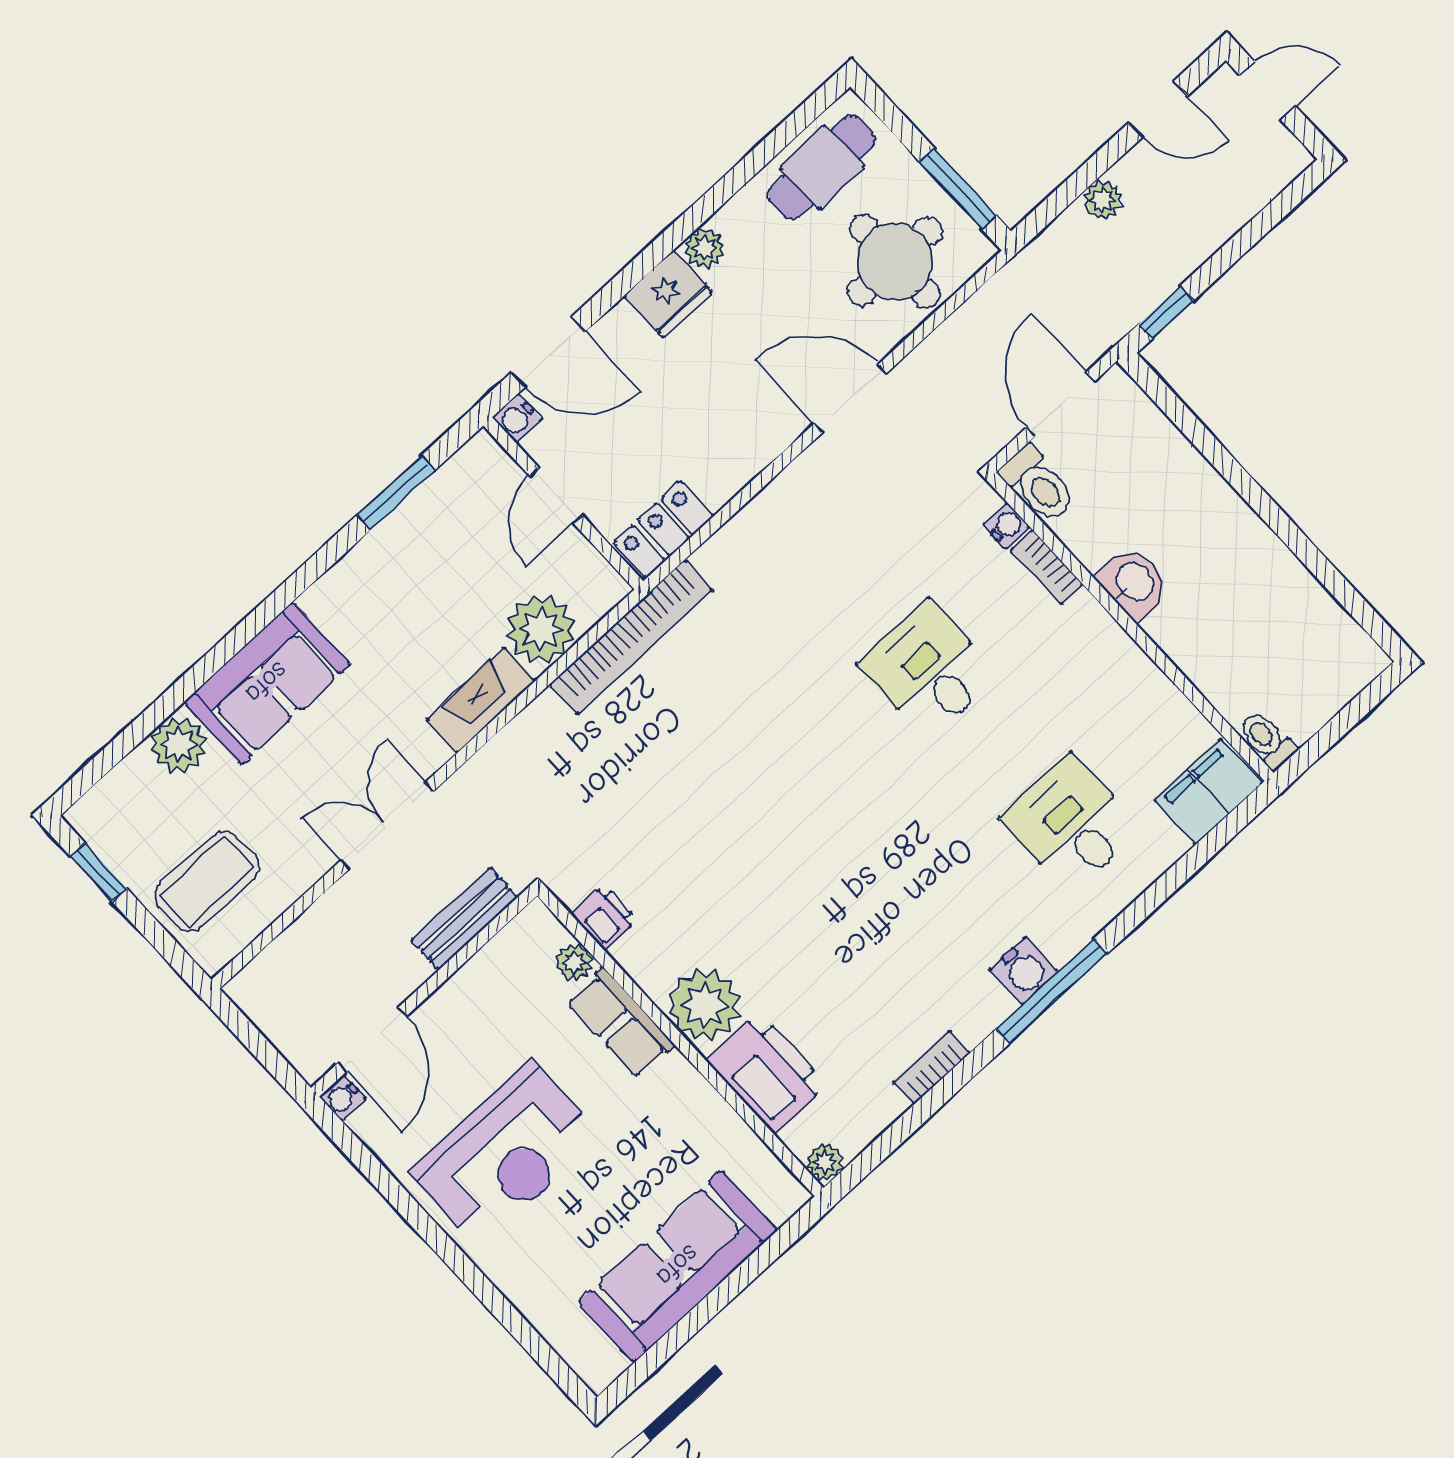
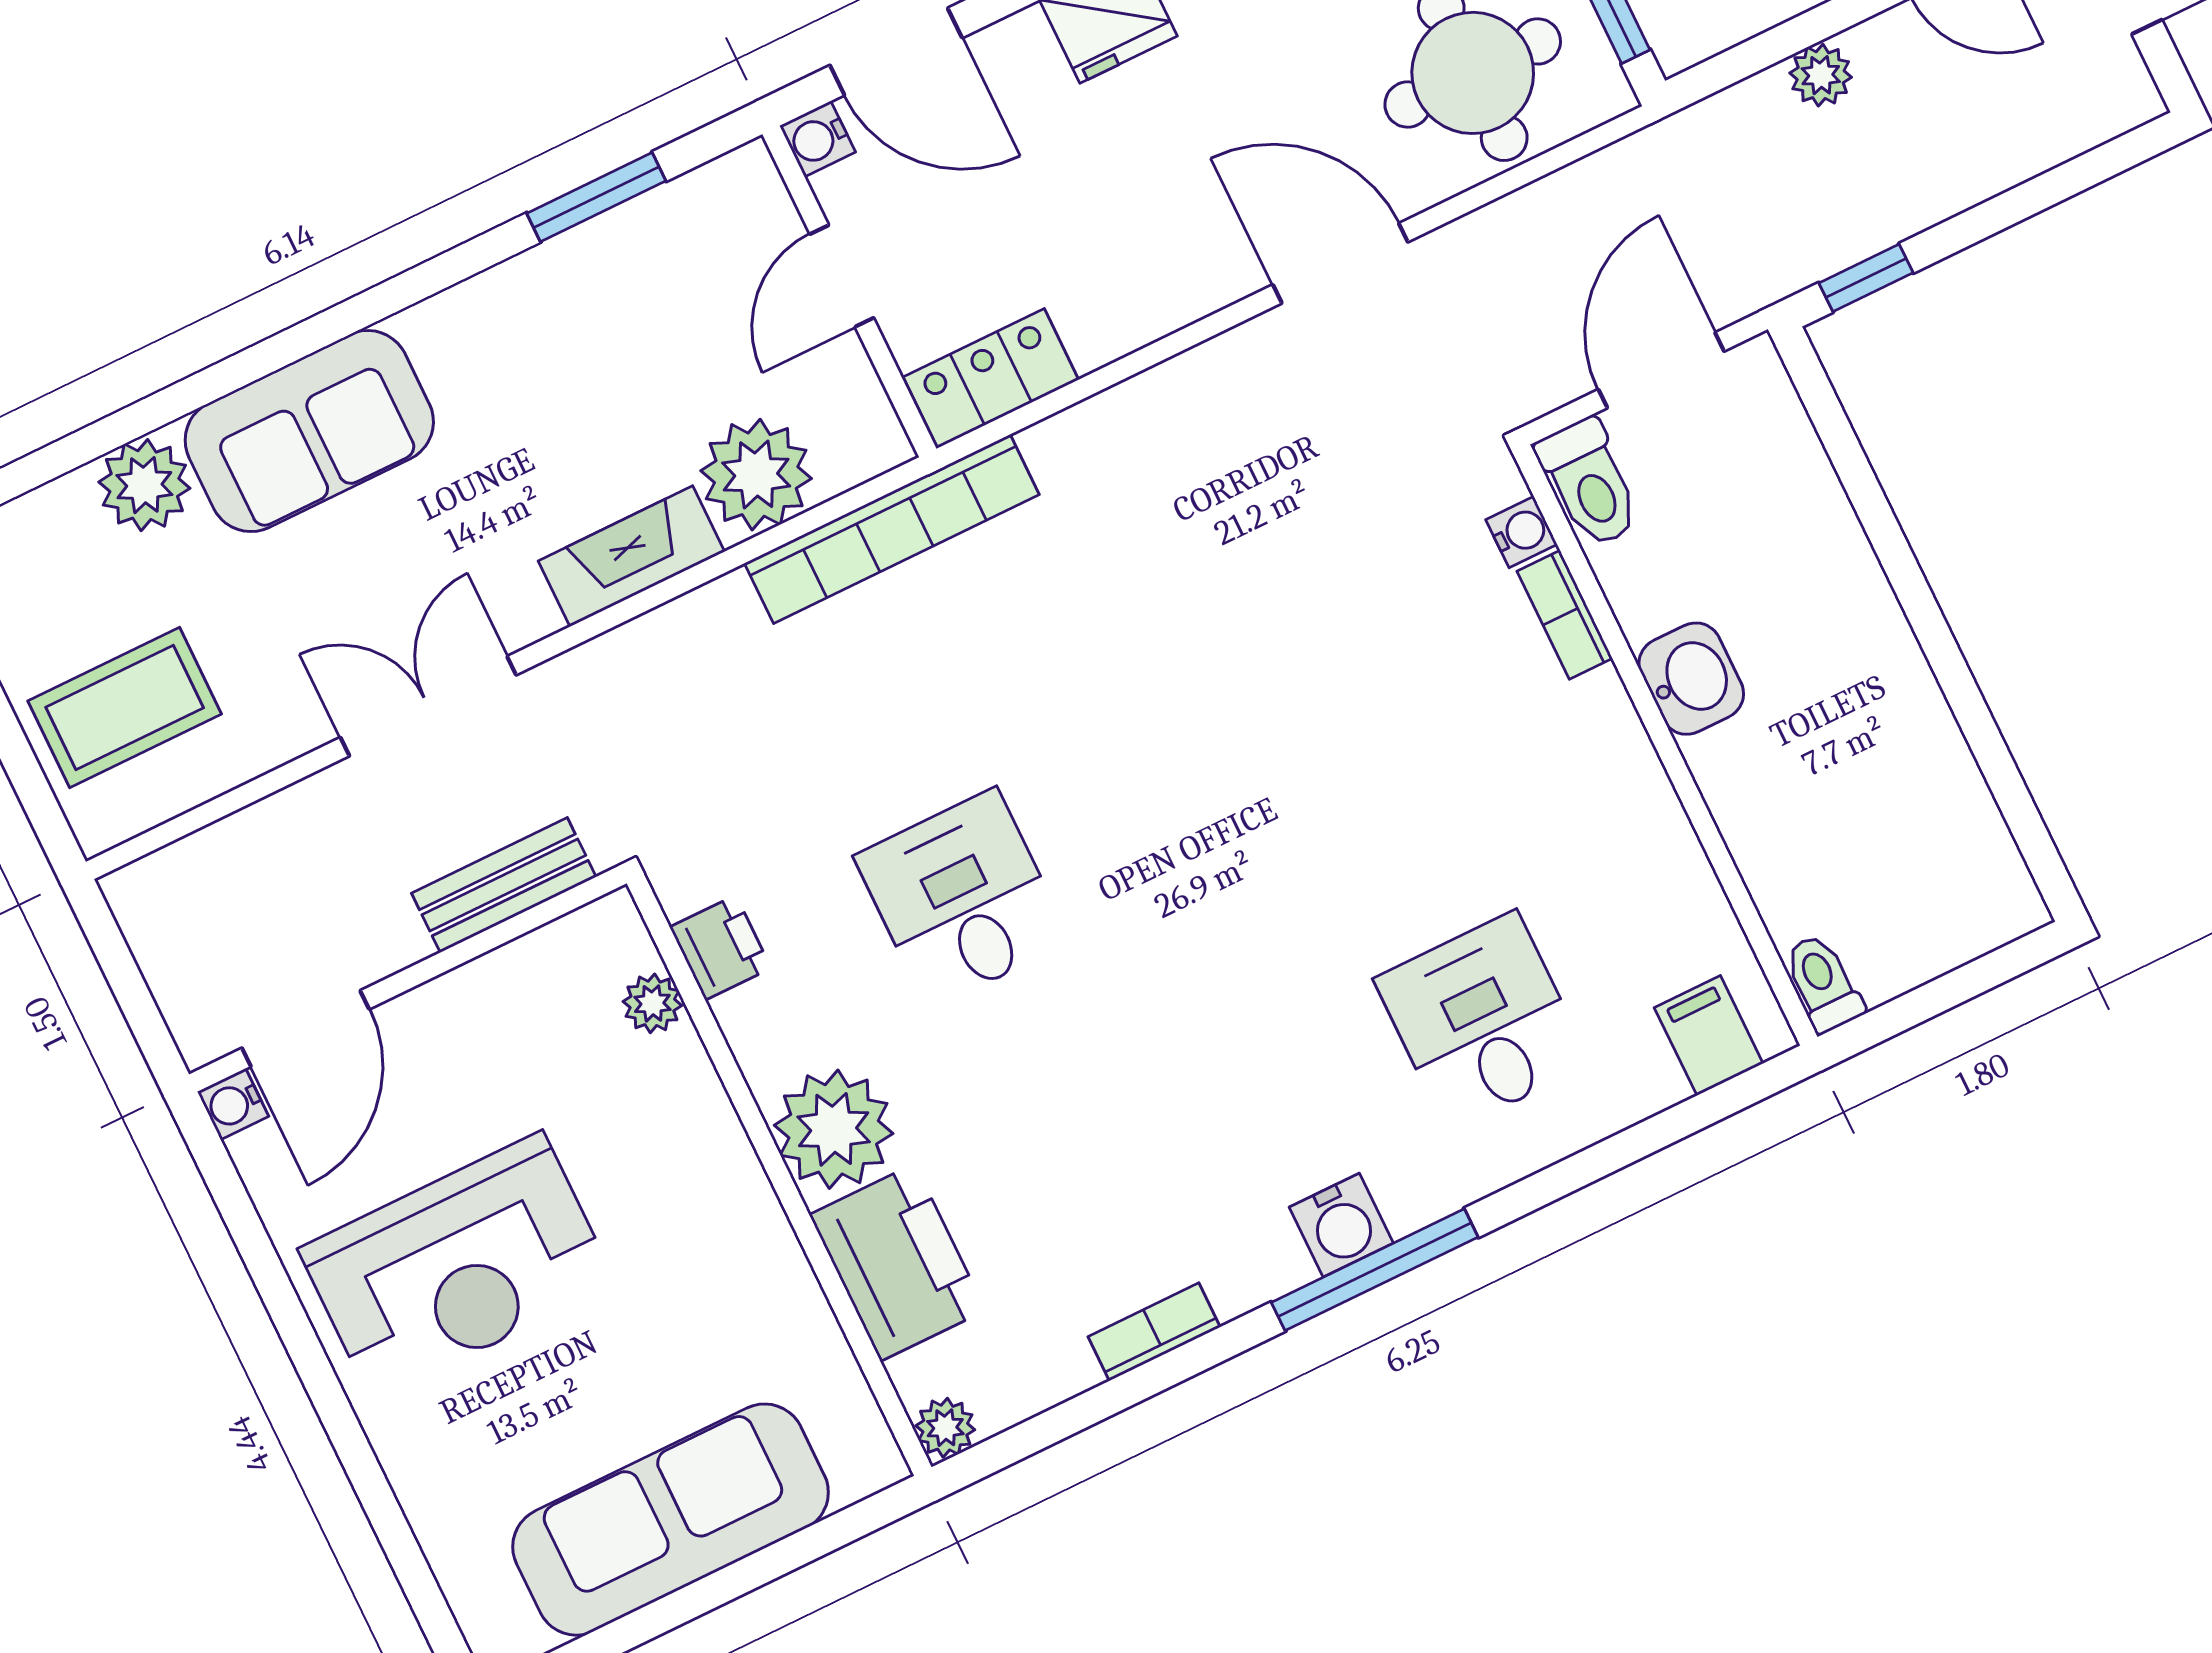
desk: (929, 670) -> (962, 899), moved
filing cabinet: (1208, 792) -> (1709, 1036), width x0.50
row of seats: (620, 1023) -> (695, 1118), removed

